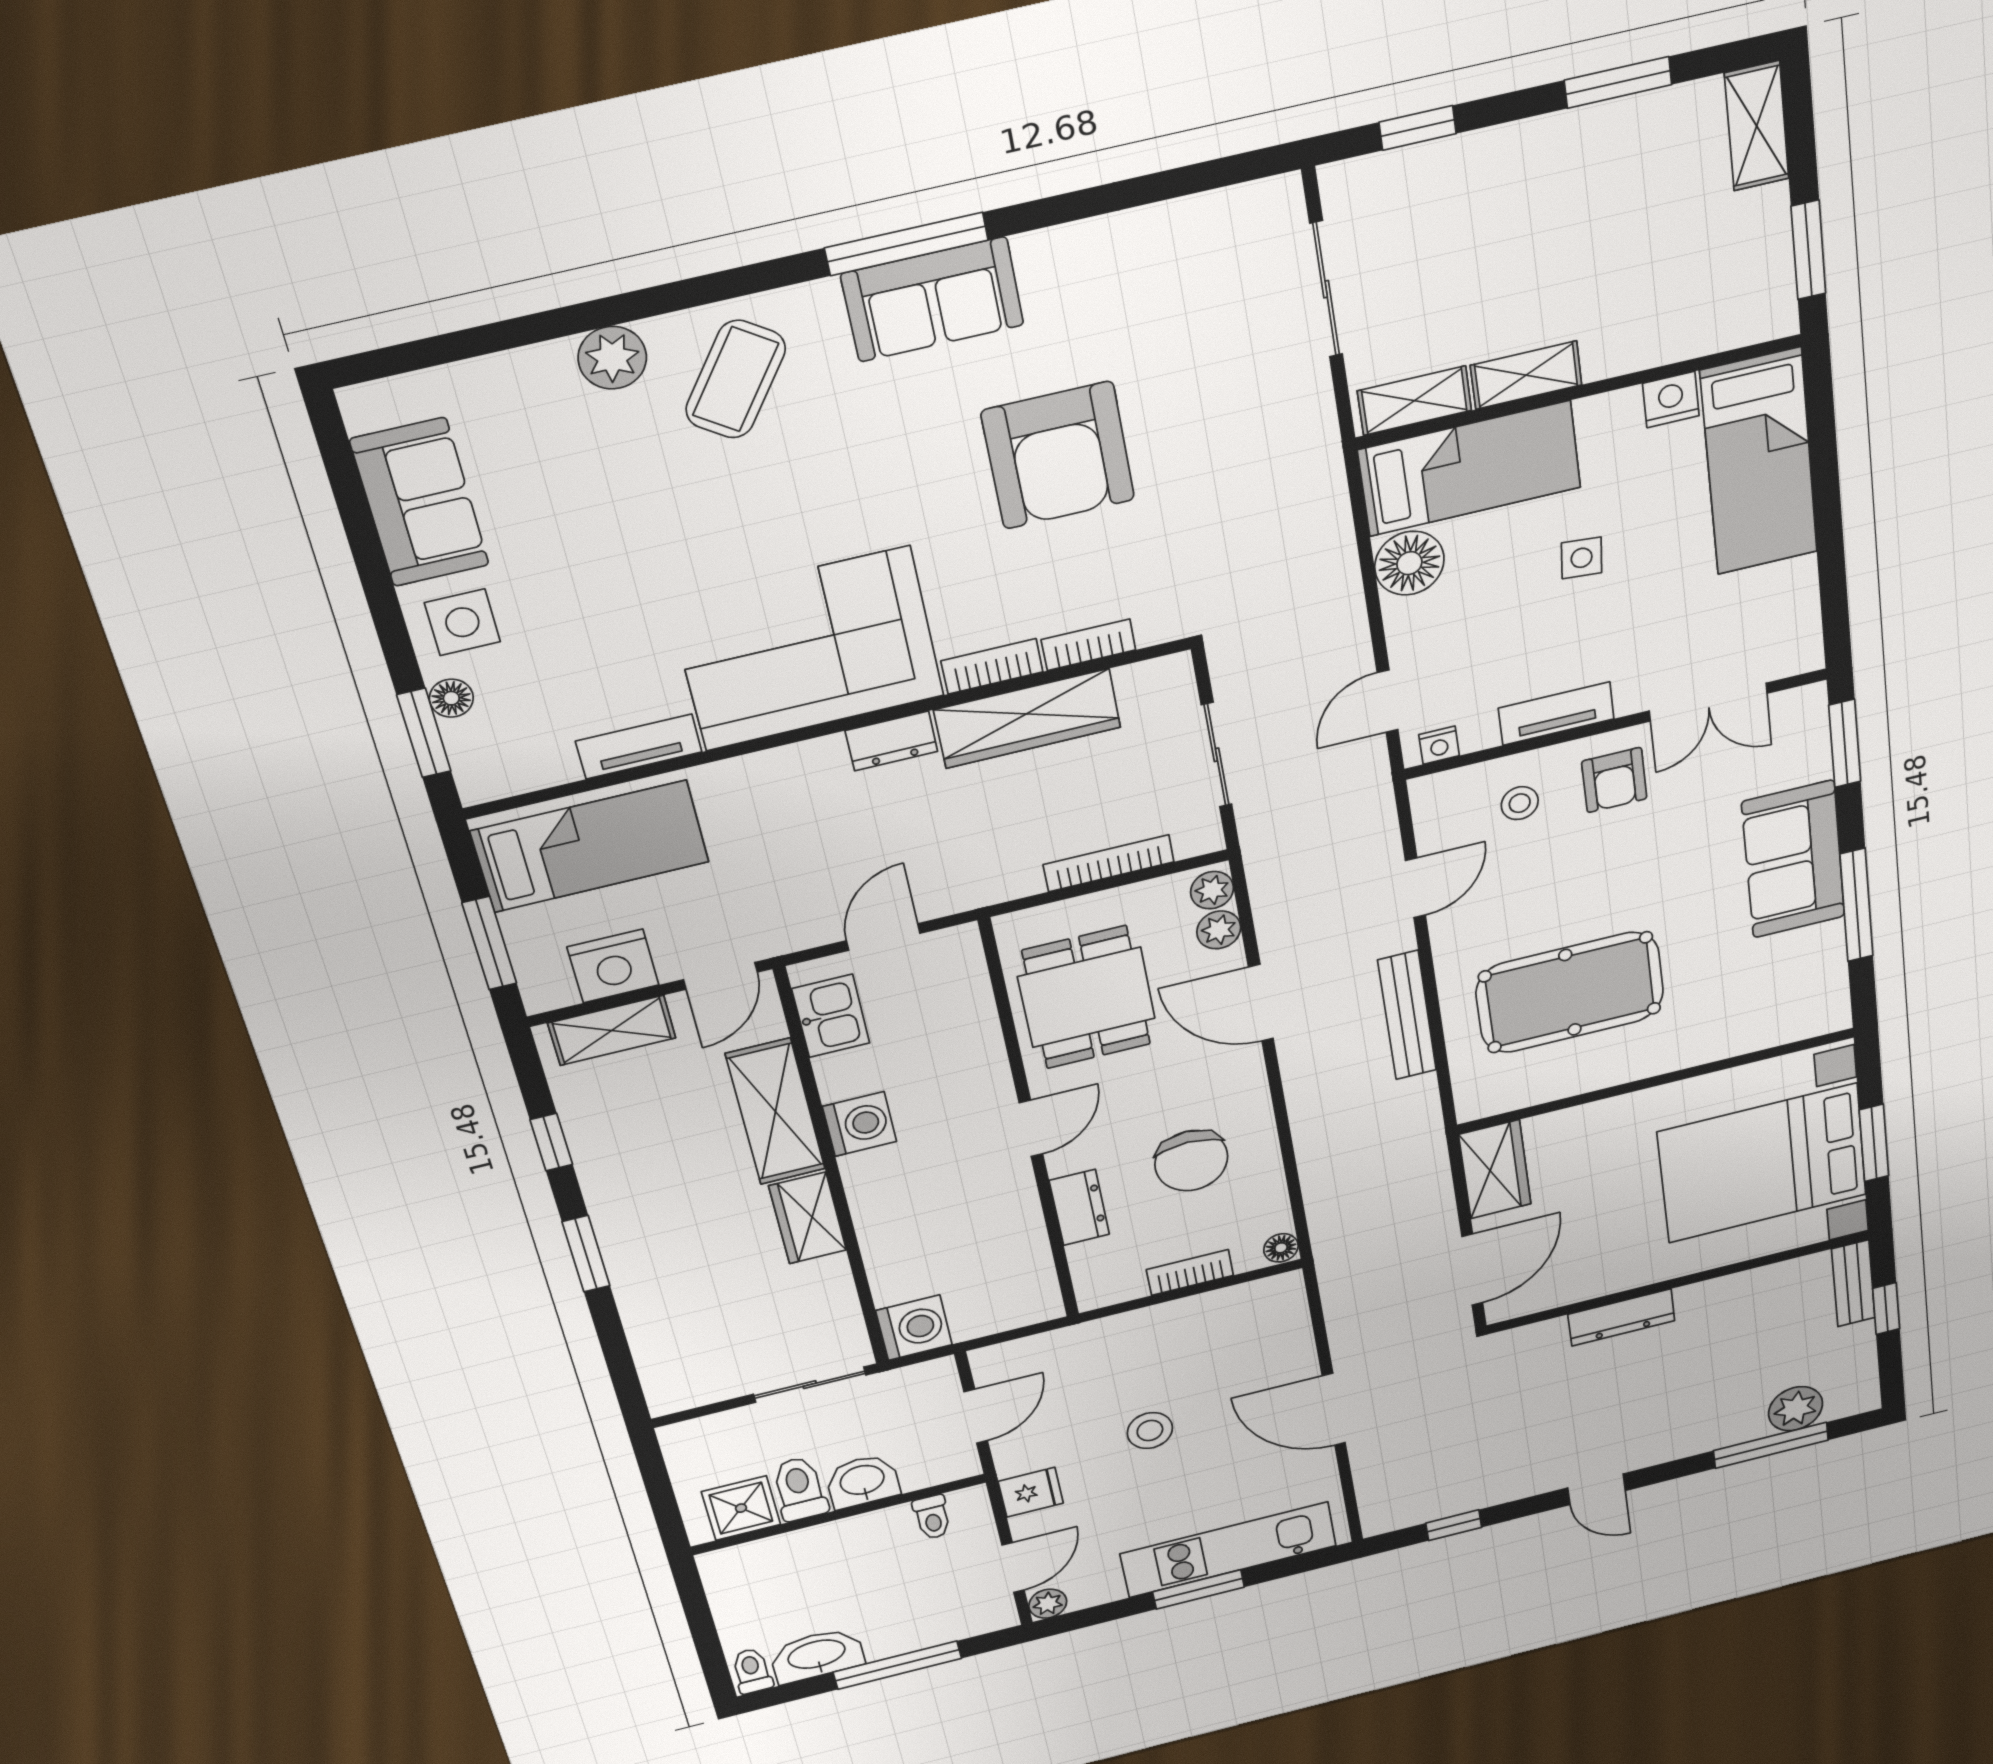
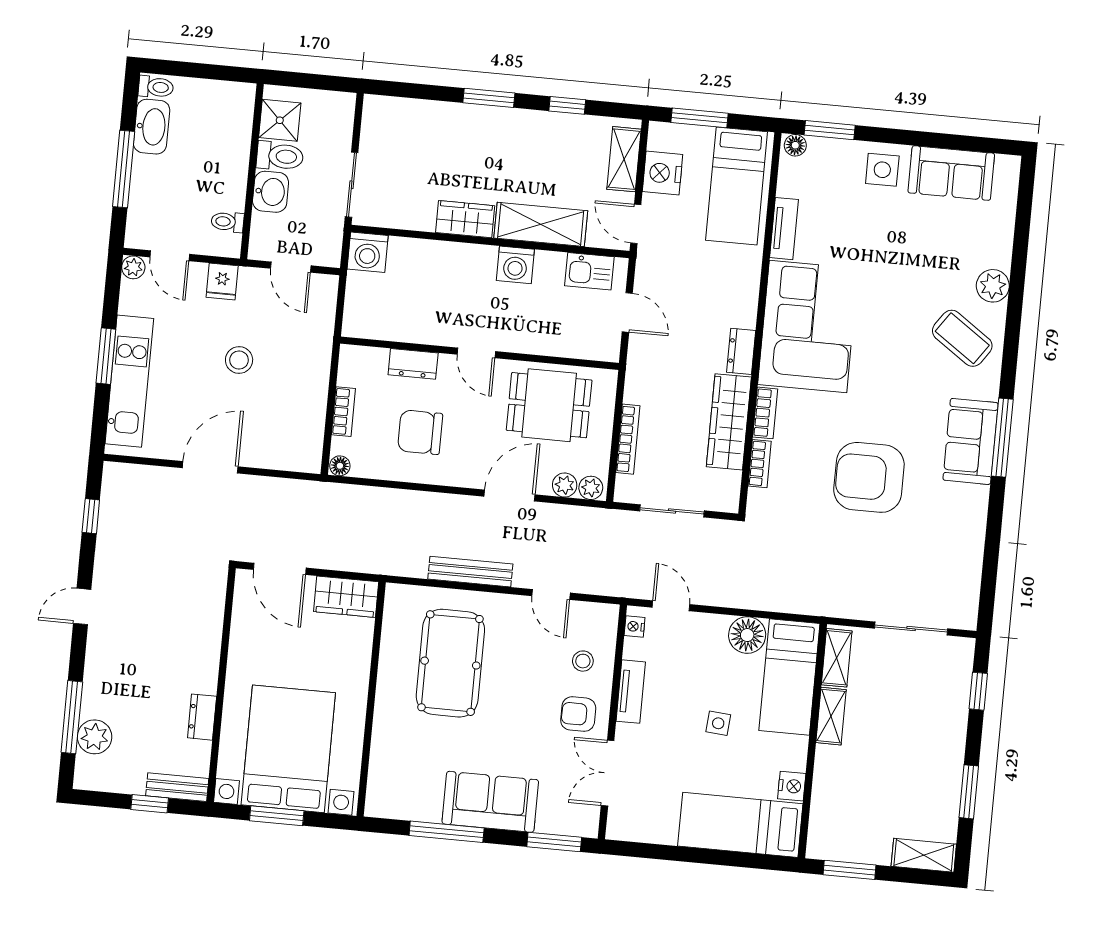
floor lamp: (451, 698) -> (795, 145), moved
dresser: (1621, 1318) -> (202, 717), moved, width x0.70

